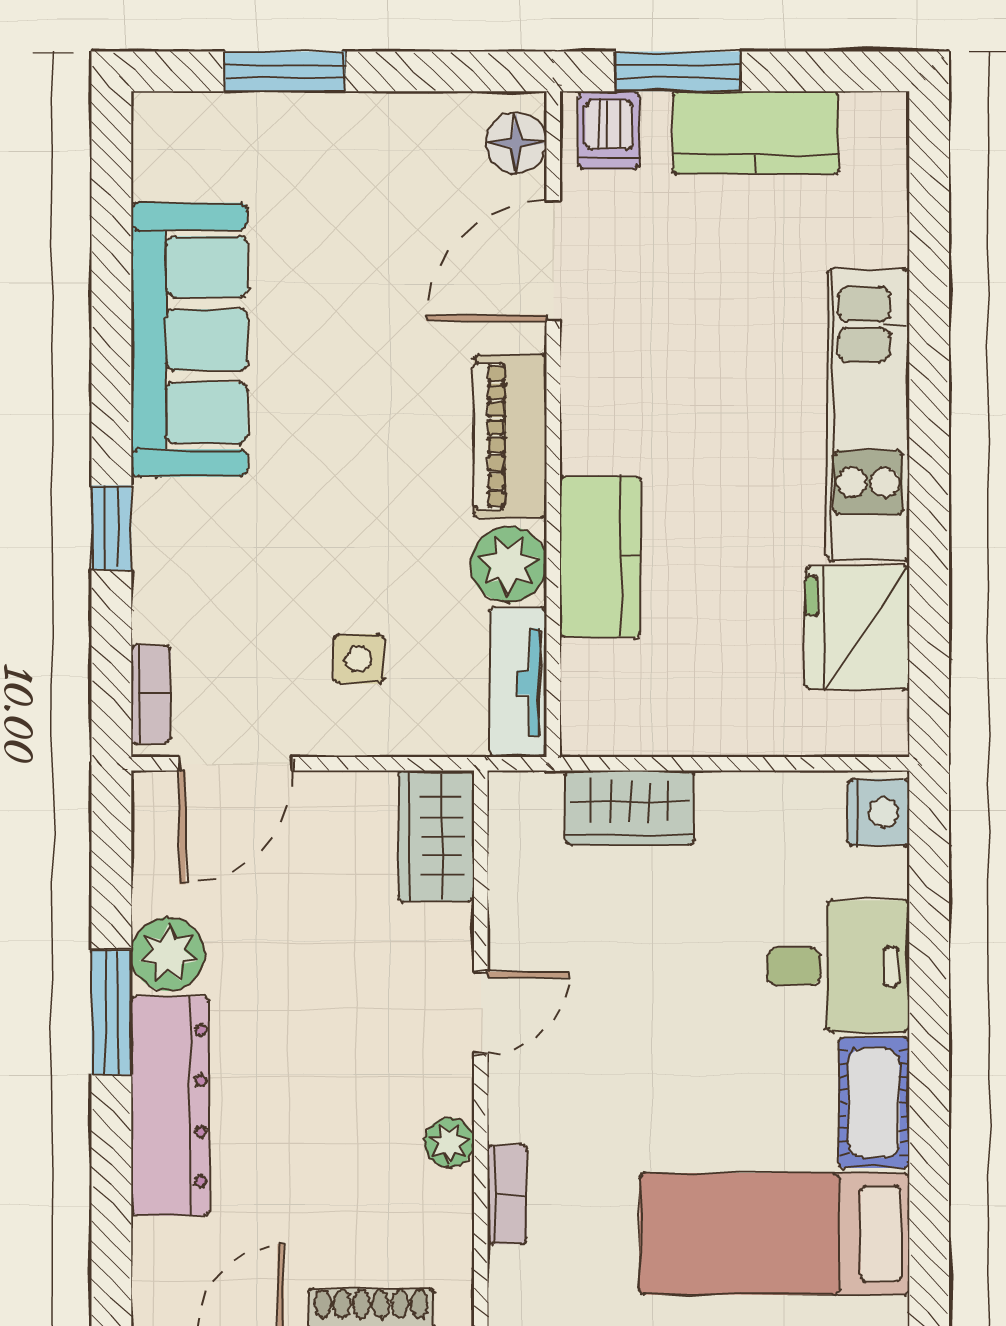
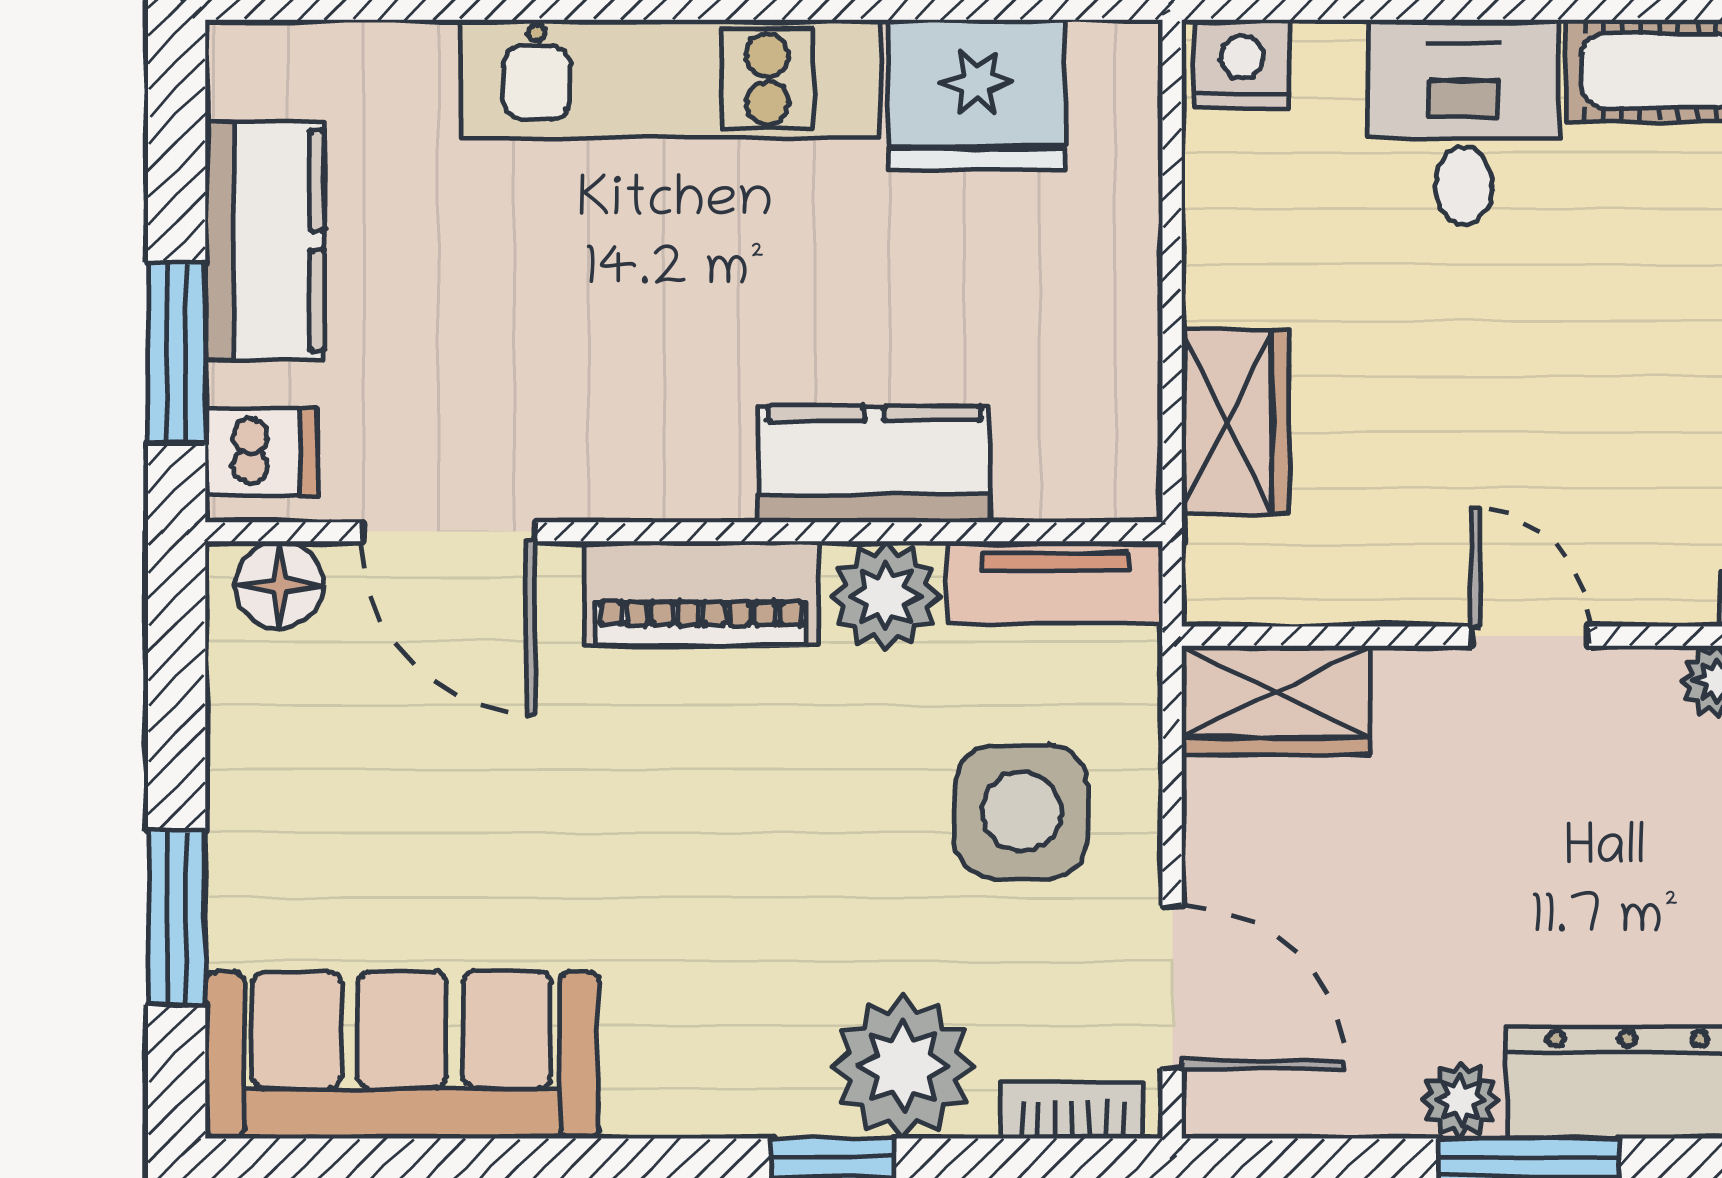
sofa: (189, 340) -> (402, 1055), moved
plant: (181, 576) -> (903, 1067), added
side table: (359, 659) -> (1021, 811), width x1.87, depth x1.87
plant: (168, 954) -> (1460, 1100), width x0.73, depth x0.73

